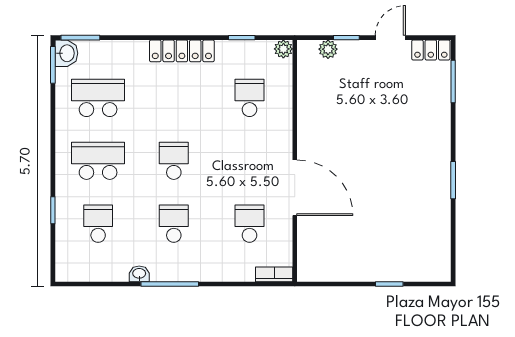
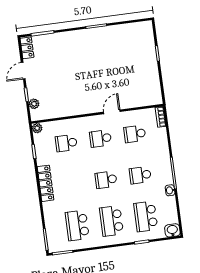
door: (390, 38) -> (23, 71), hinge flipped
washbasin: (66, 53) -> (172, 230), moved
school desk: (249, 161) -> (100, 138), added
door: (295, 188) -> (112, 112), width x0.53
school desk: (98, 224) -> (146, 216), width x1.85

